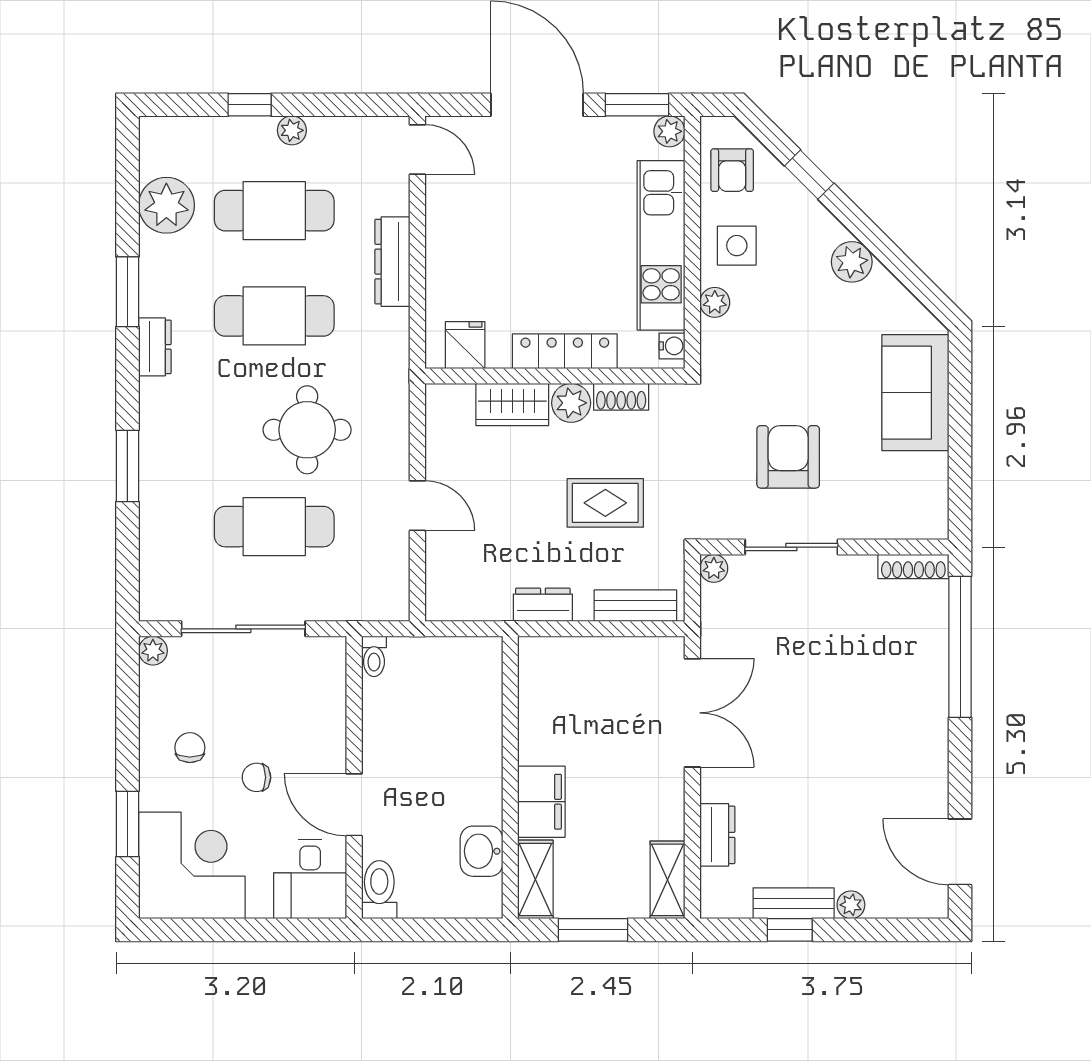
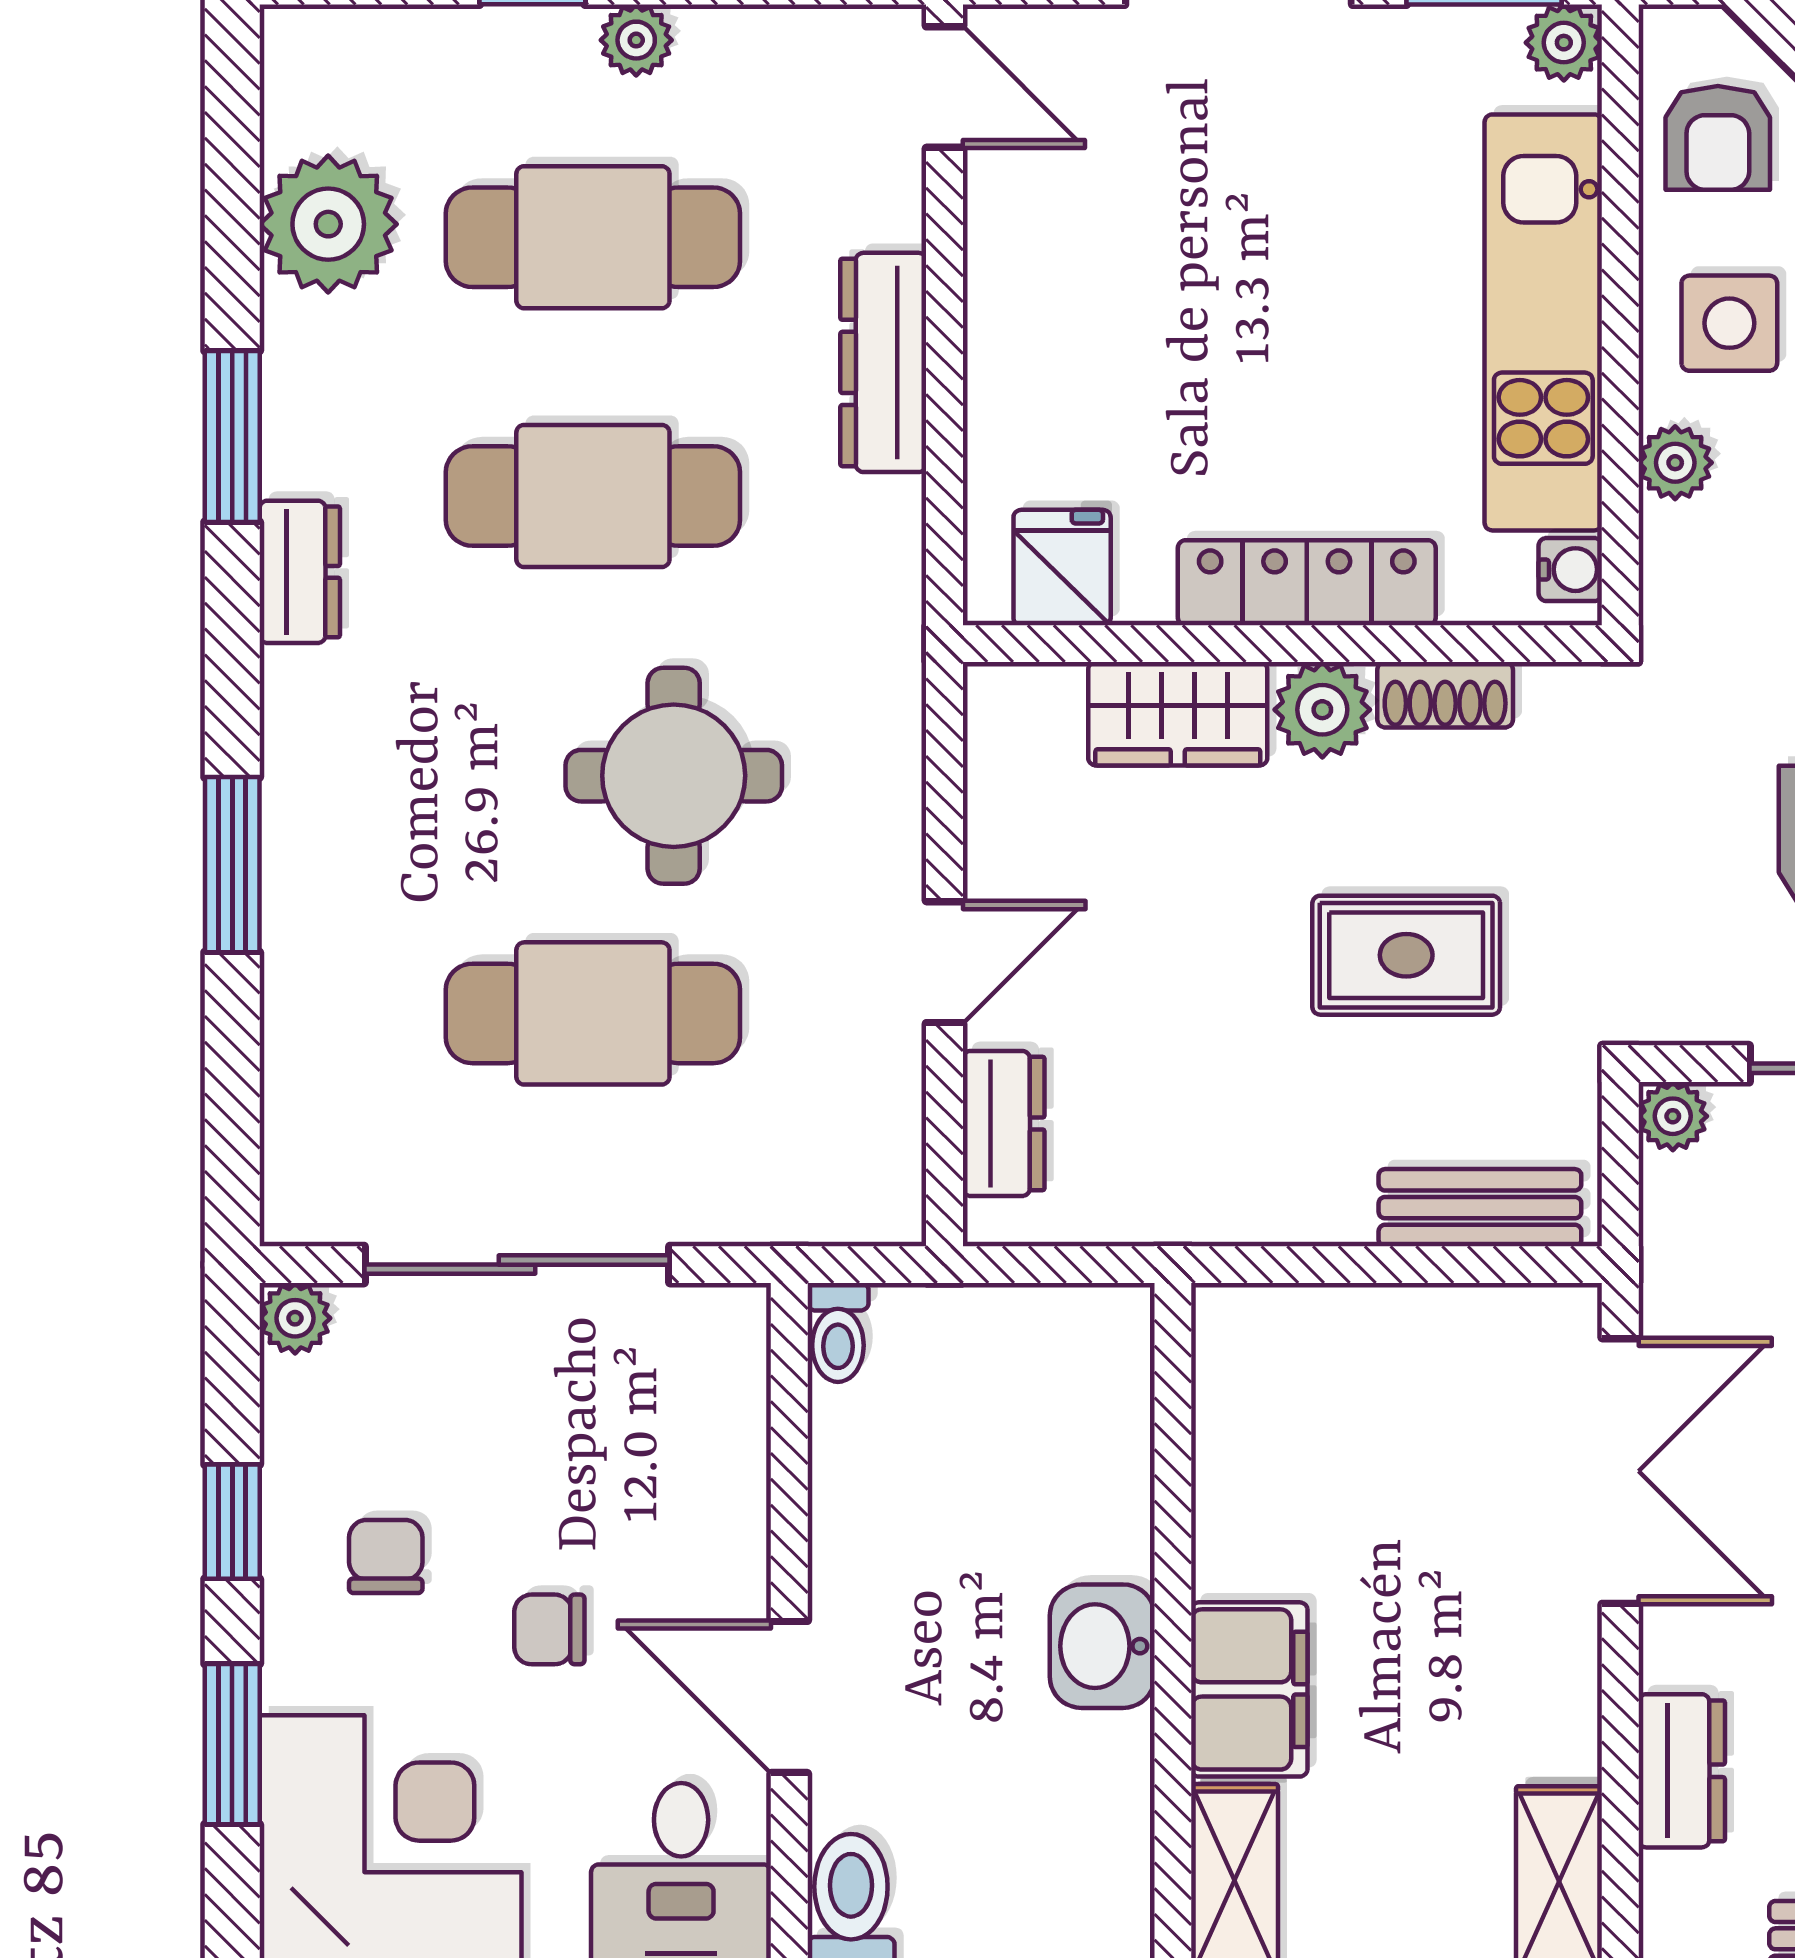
door: (417, 506) -> (944, 962), hinge flipped
dresser: (543, 605) -> (1004, 1123), moved, turned 90
window: (127, 733) -> (232, 1522), added
washbasin: (482, 851) -> (1102, 1646), moved

